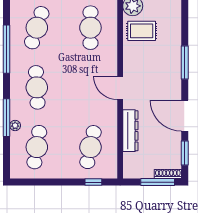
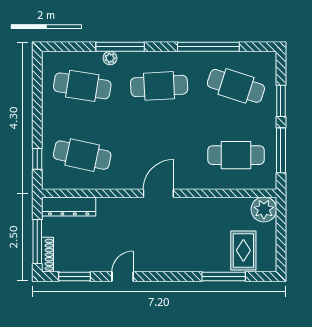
rug: (142, 31) -> (243, 250), moved
window: (185, 62) -> (224, 277), moved
door: (185, 116) -> (123, 277), width x0.53
dresser: (130, 131) -> (69, 206), moved

